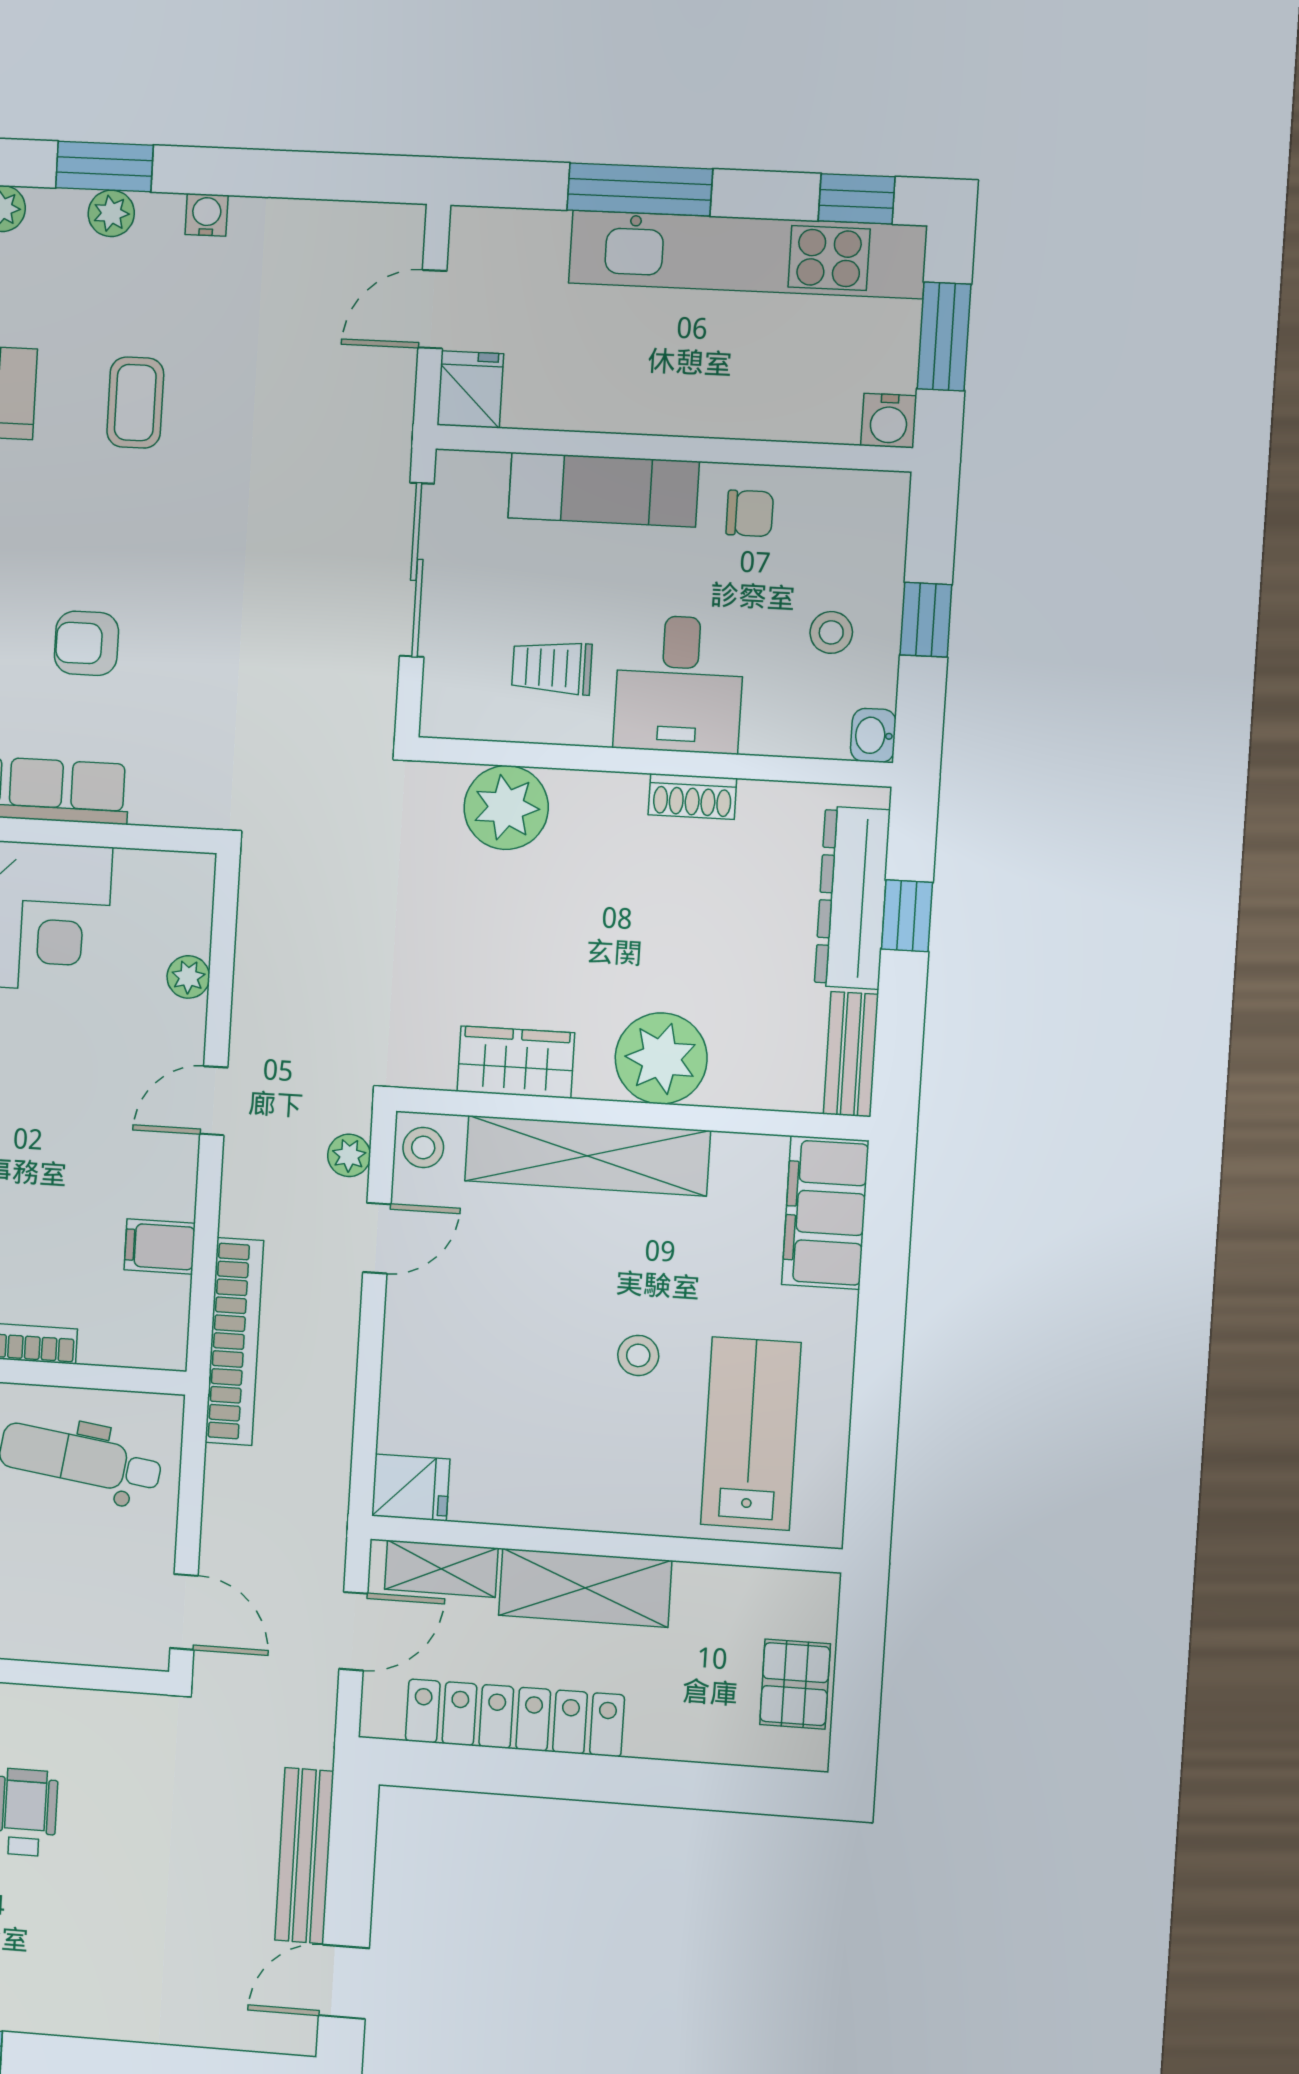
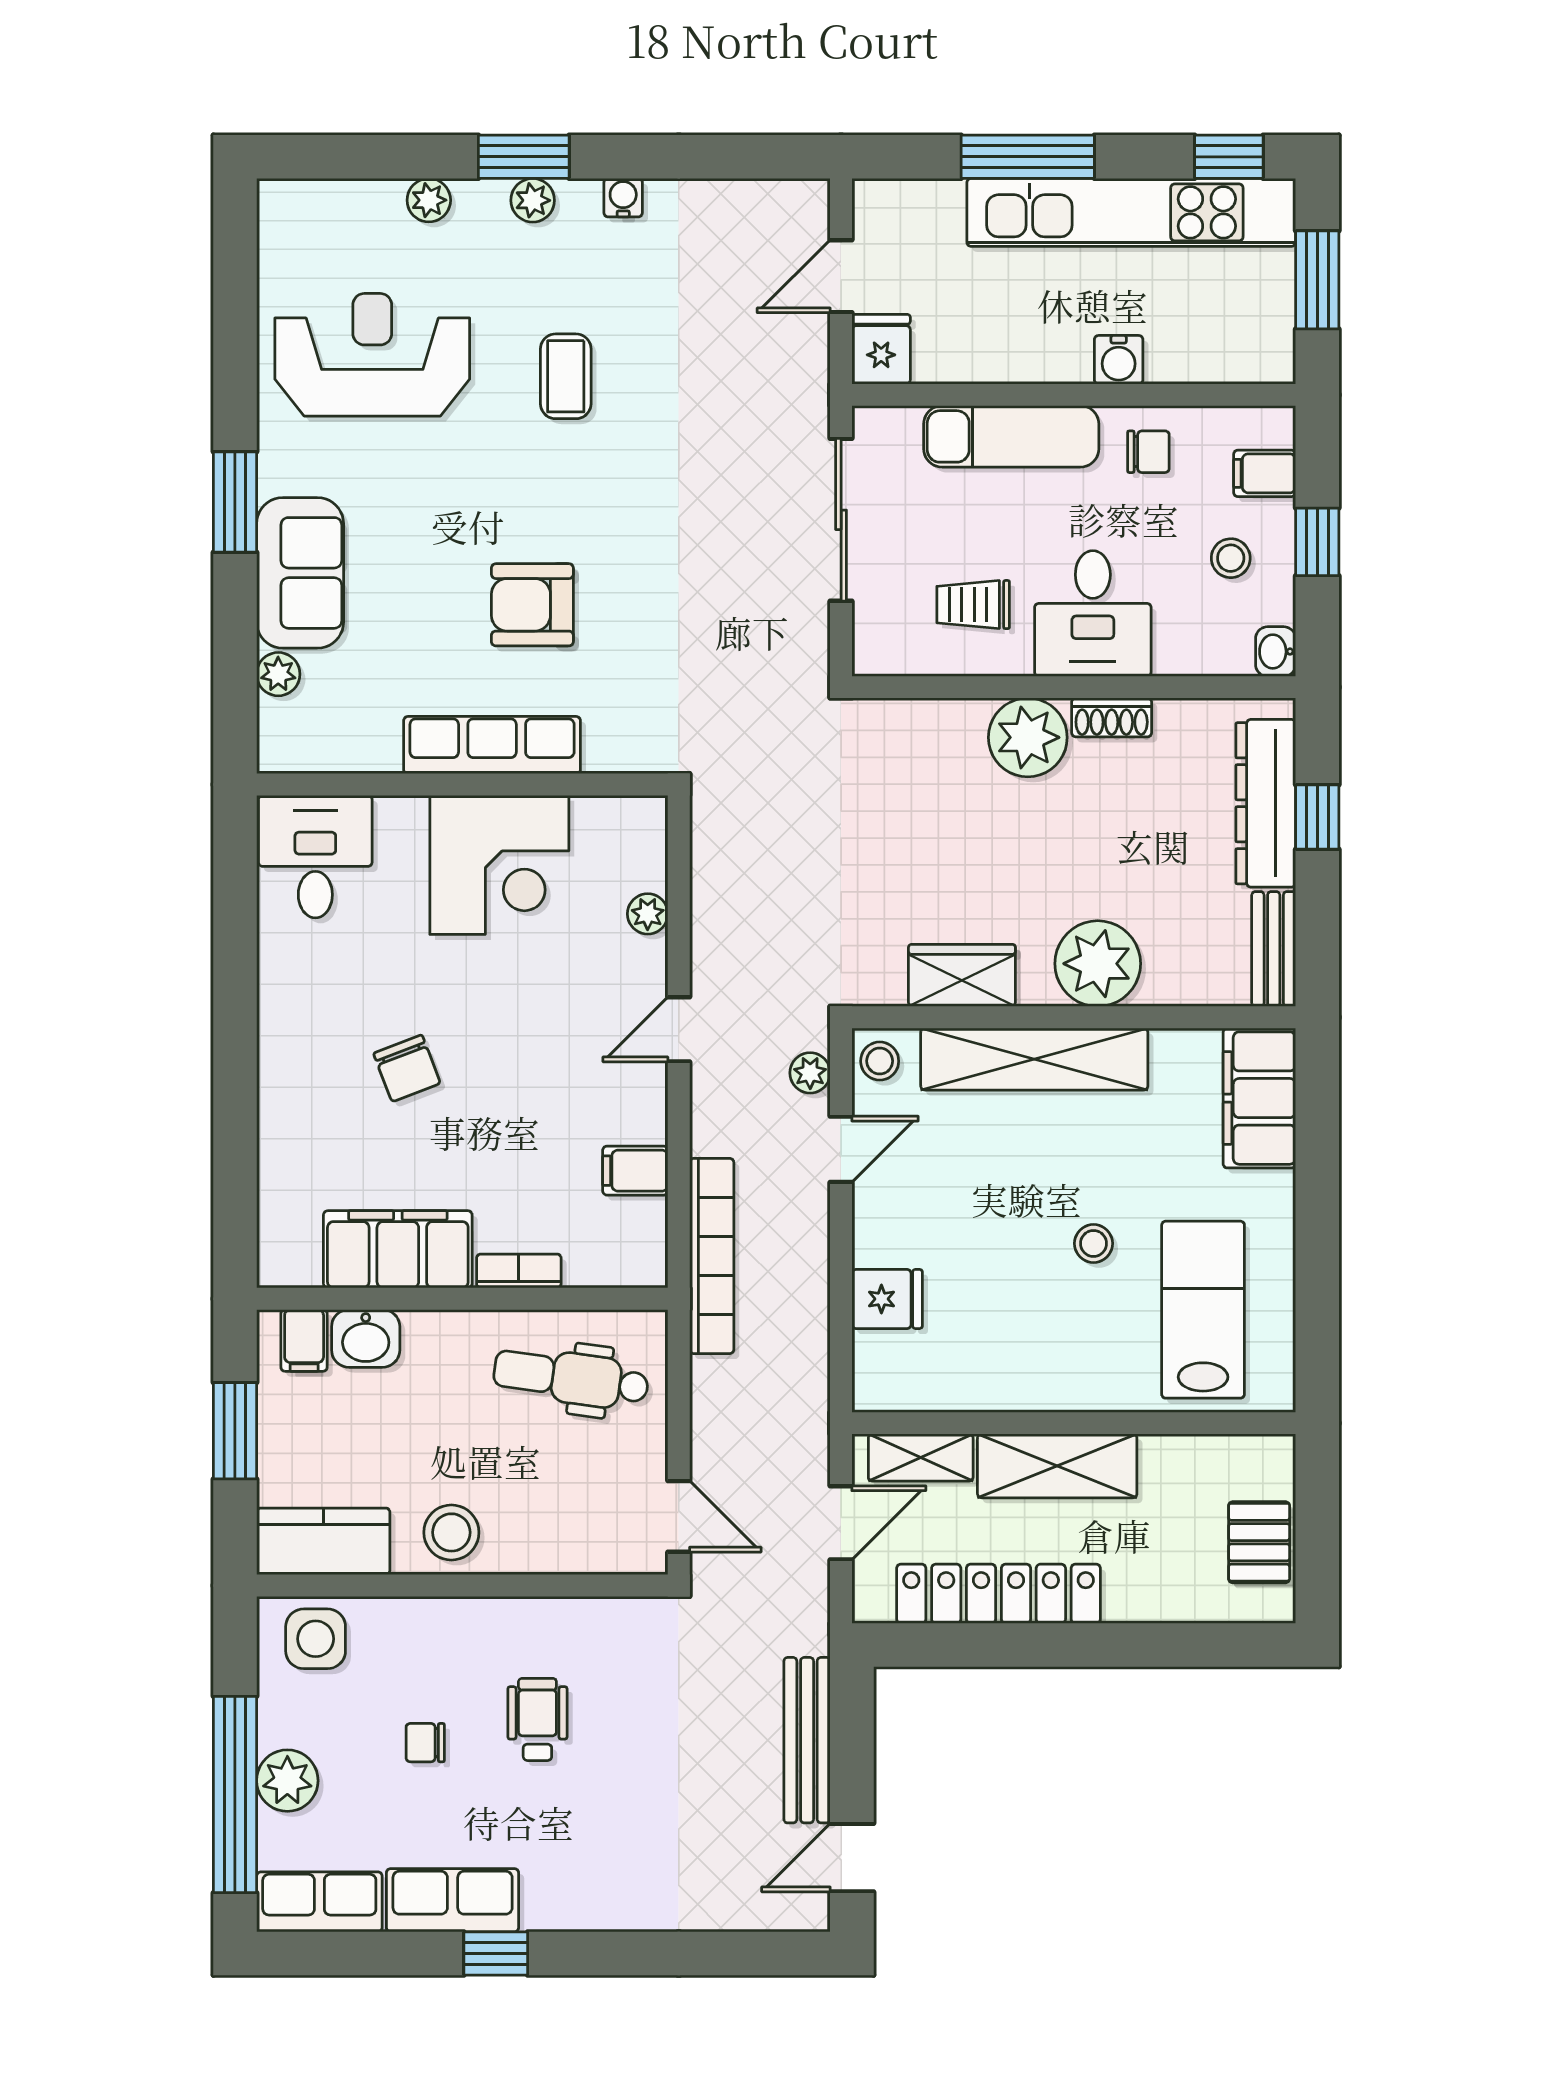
water cooler: (889, 421) -> (1119, 360), moved
filing cabinet: (874, 543) -> (1265, 473), added
armchair: (86, 643) -> (532, 605), width x1.38, depth x1.38
plant: (506, 808) -> (1028, 737), moved
fridge: (411, 1487) -> (887, 1299), moved

